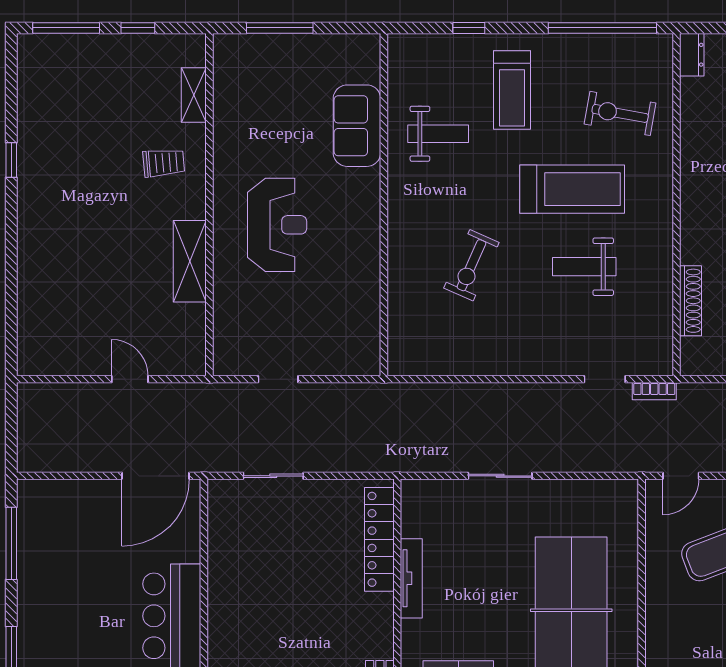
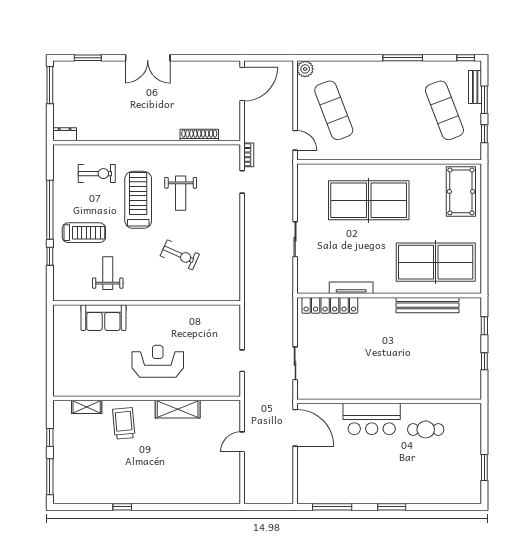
window: (280, 28) -> (50, 360), removed
window: (602, 28) -> (50, 210), moved
exercise bike: (620, 113) -> (97, 174), turned -100
trolley: (164, 163) -> (124, 423), width x1.36, depth x1.39

